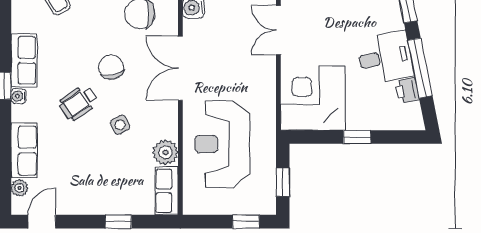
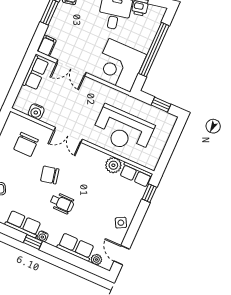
double door: (180, 68) -> (68, 135), width x0.73
wheelchair: (78, 103) -> (62, 203), turned -56
side table: (120, 125) -> (121, 223), moved
window: (357, 137) -> (154, 50), width x3.17
window: (118, 222) -> (149, 193), moved
window: (246, 222) -> (174, 136), removed

